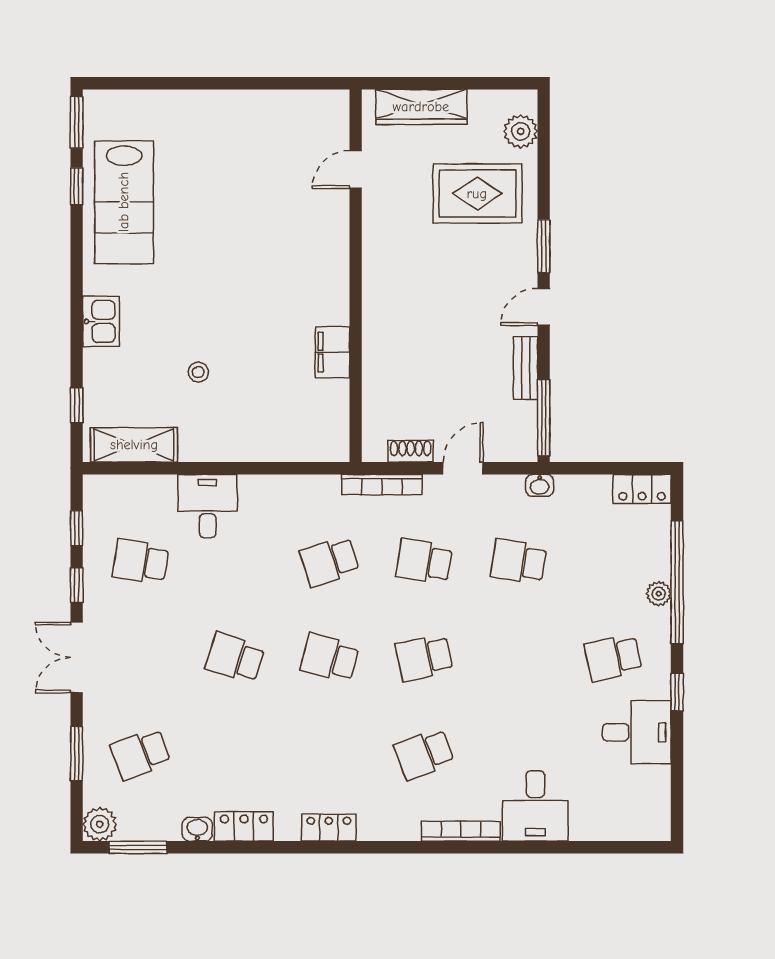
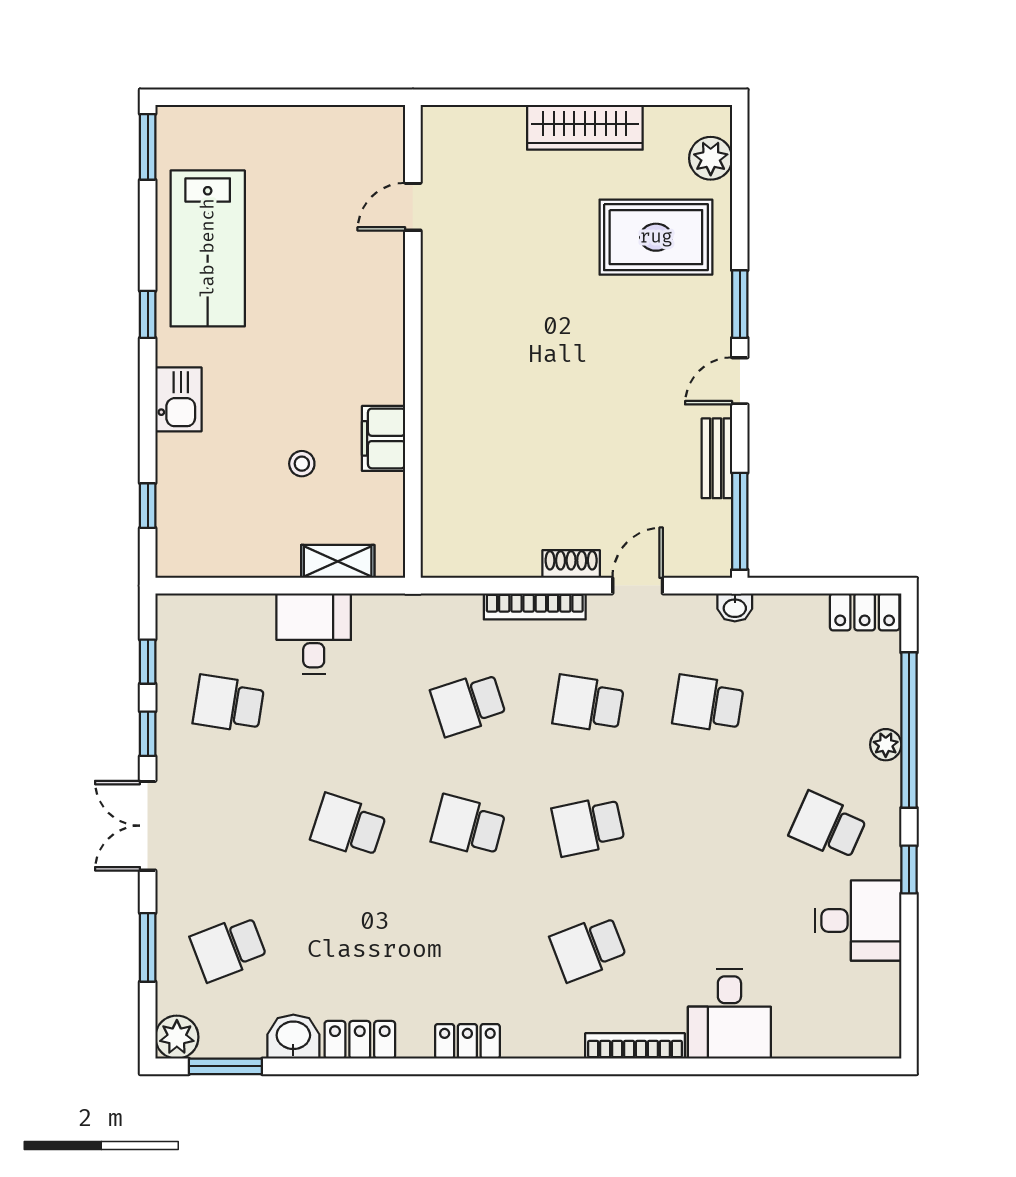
door: (356, 170) -> (413, 207), moved
window: (77, 186) -> (148, 314), moved
wall: (356, 276) -> (413, 341), moved
filing cabinet: (332, 352) -> (384, 438), moved
shelving: (134, 445) -> (338, 561), moved, width x0.67, depth x0.75
school desk: (613, 658) -> (828, 826), turned 36
washbasin: (197, 829) -> (293, 1037), width x1.38, depth x1.45

